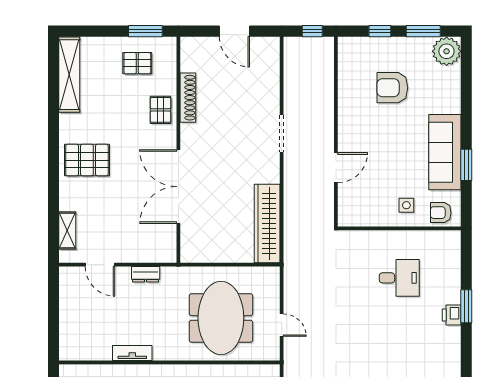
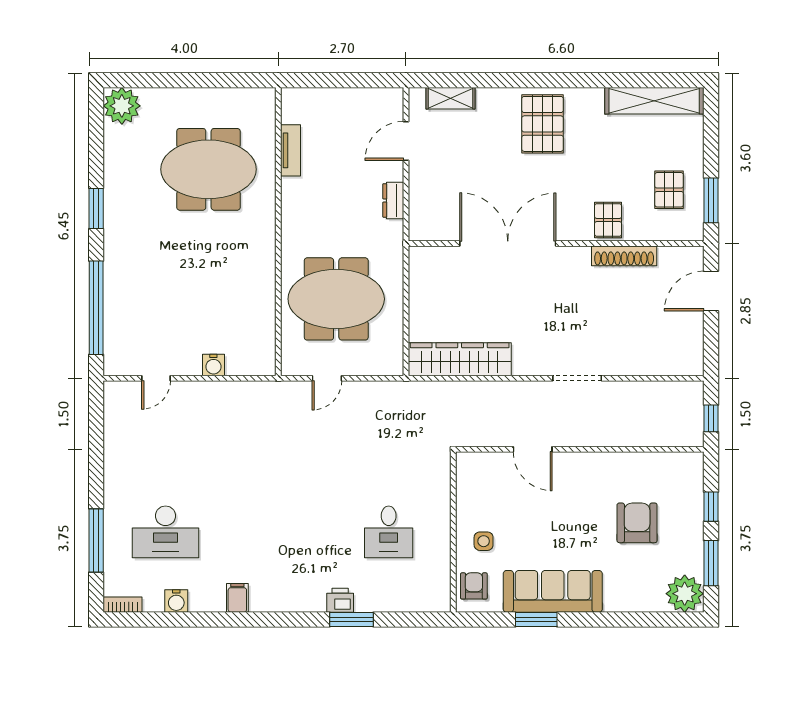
door: (234, 31) -> (711, 291), moved
pallet: (160, 110) -> (608, 220), turned 90
tv unit: (132, 353) -> (290, 150), moved

